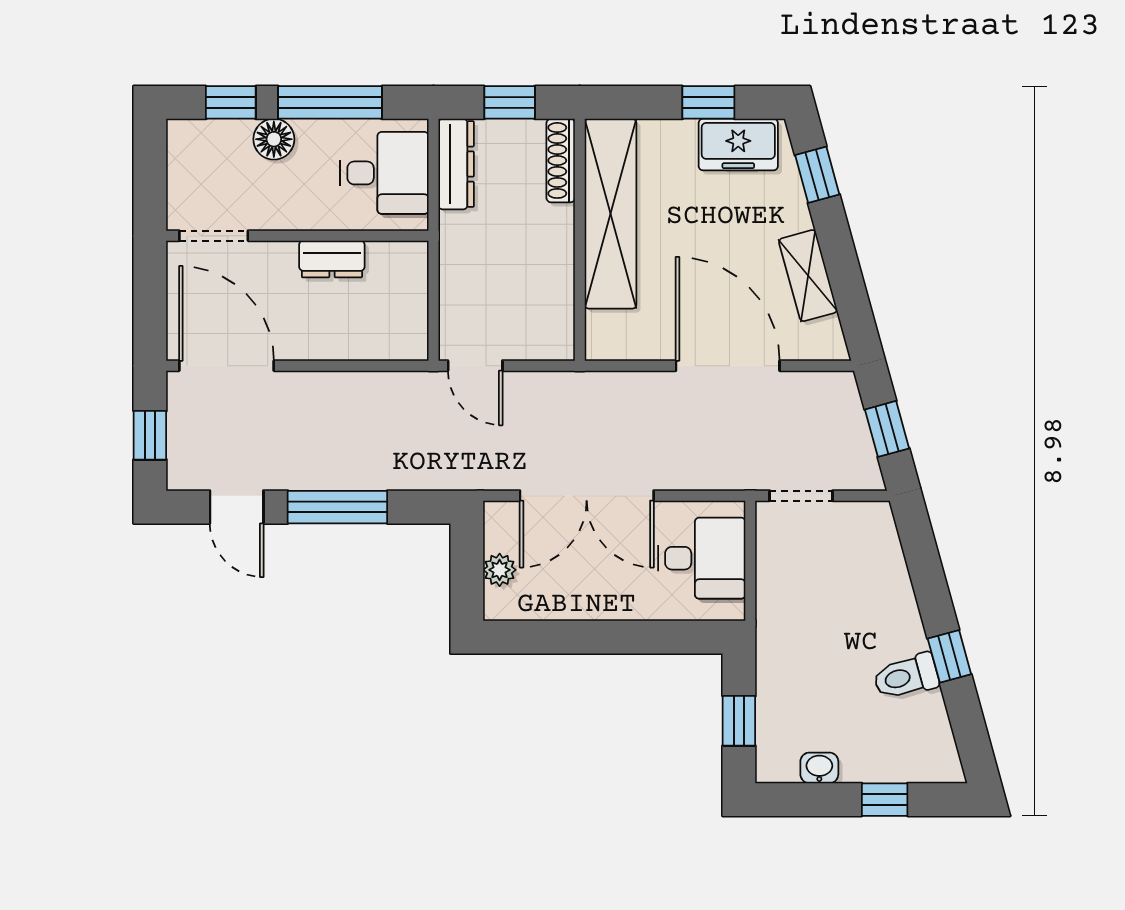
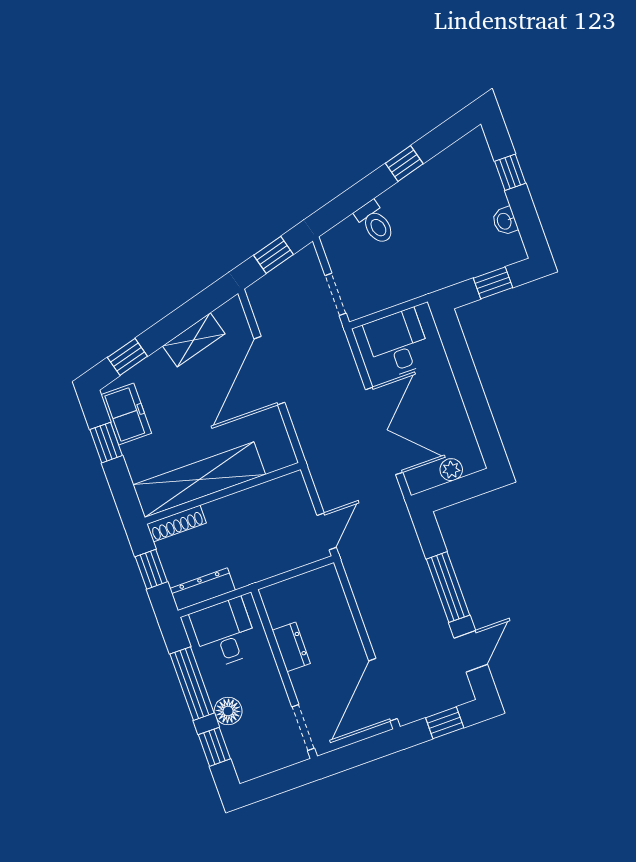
toilet: (906, 677) -> (375, 223), moved

